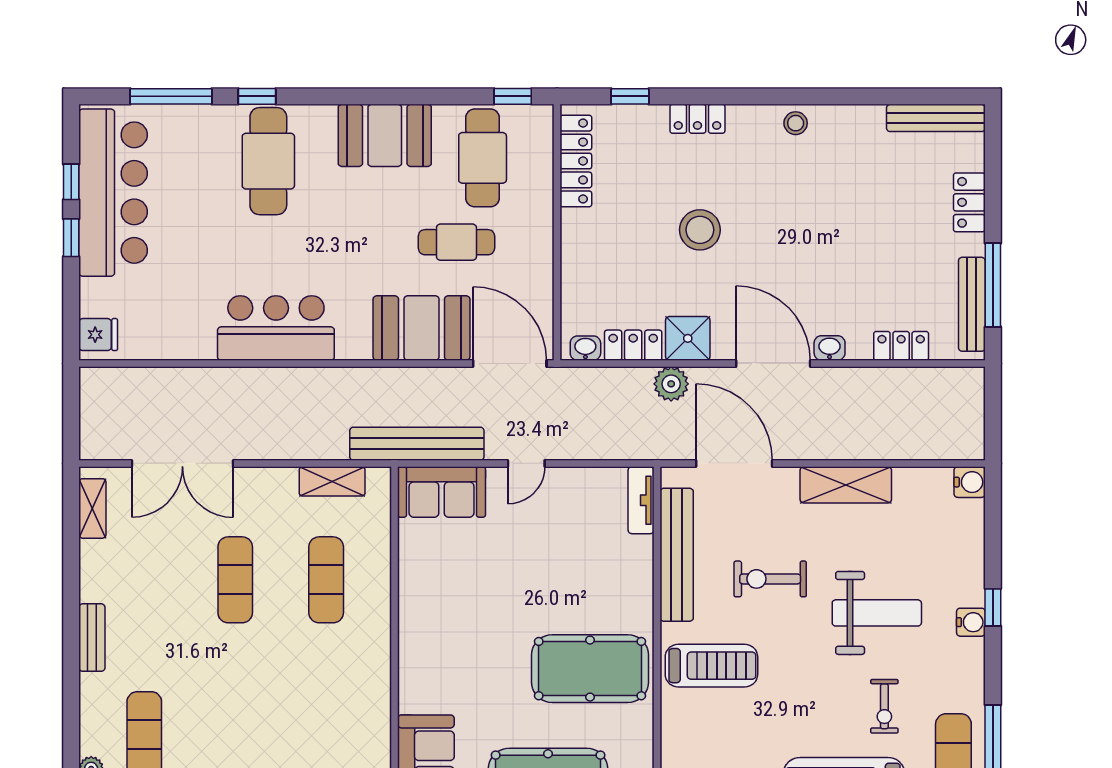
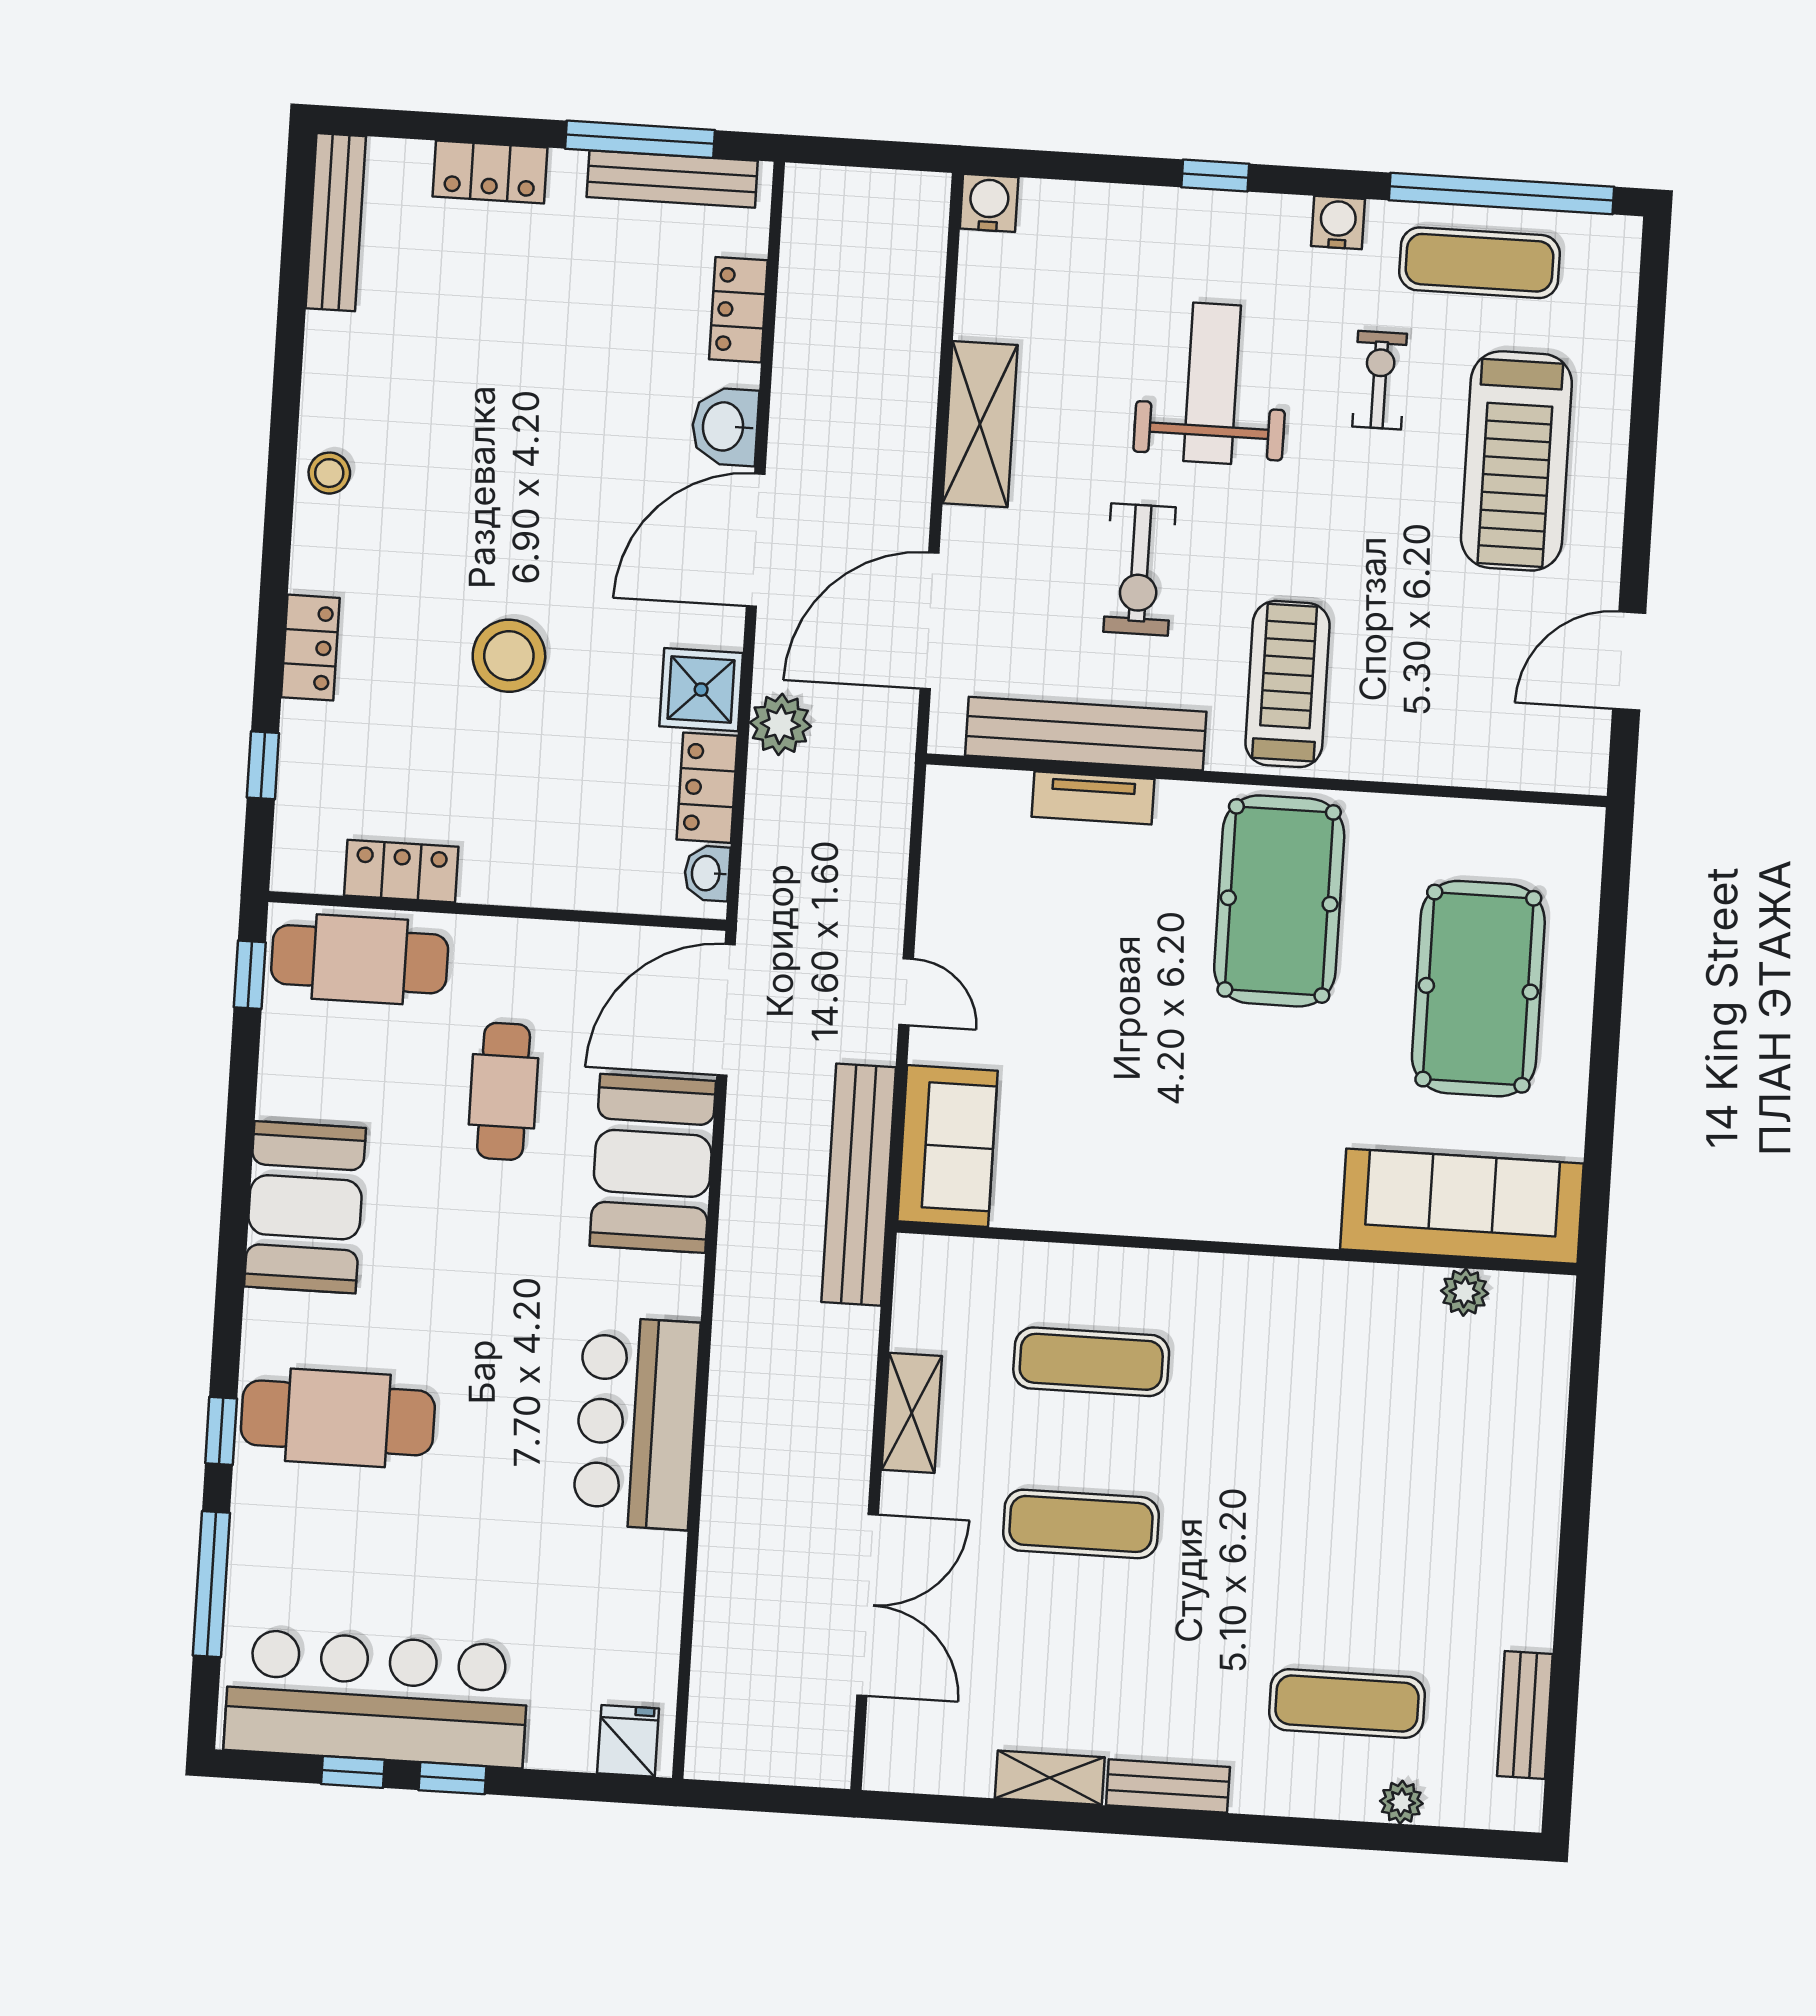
cafe table: (483, 158) -> (360, 959), moved
locker: (576, 161) -> (401, 871), width x0.66
washbasin: (830, 348) -> (725, 427), width x1.38, depth x1.45
shelving: (332, 481) -> (912, 1413), moved
tv unit: (641, 500) -> (1093, 798), moved
shelving: (92, 508) -> (1050, 1778), moved
water cooler: (971, 622) -> (1338, 223), moved
exercise bike: (884, 706) -> (1380, 380), turned -90

